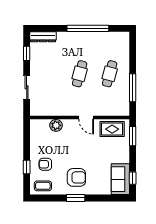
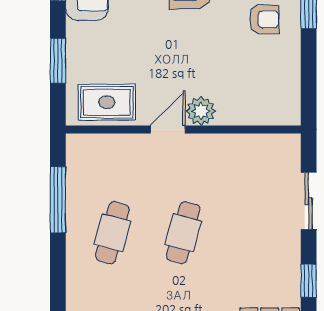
door: (86, 118) -> (168, 129), hinge flipped
plant: (56, 125) -> (201, 111), moved
window: (133, 136) -> (58, 61), moved

